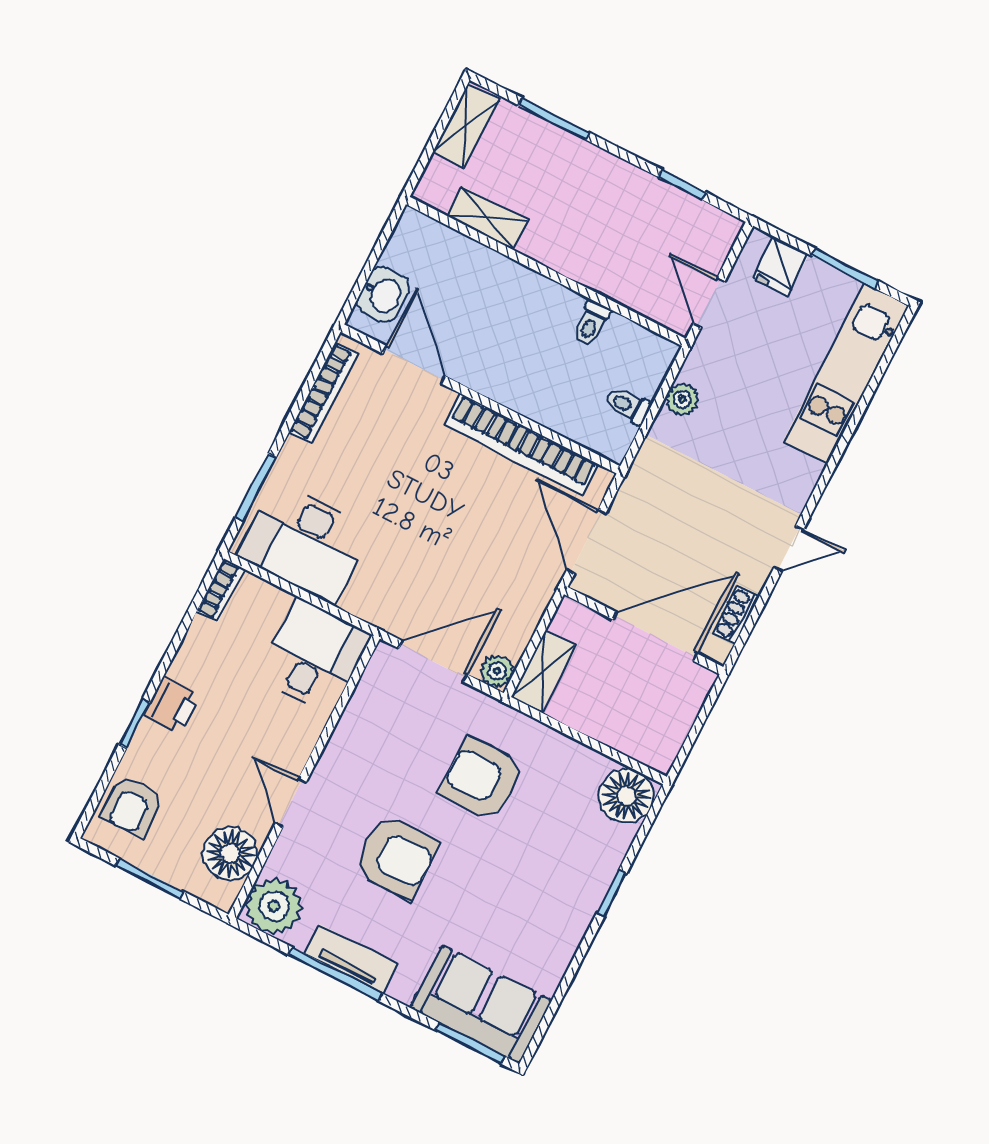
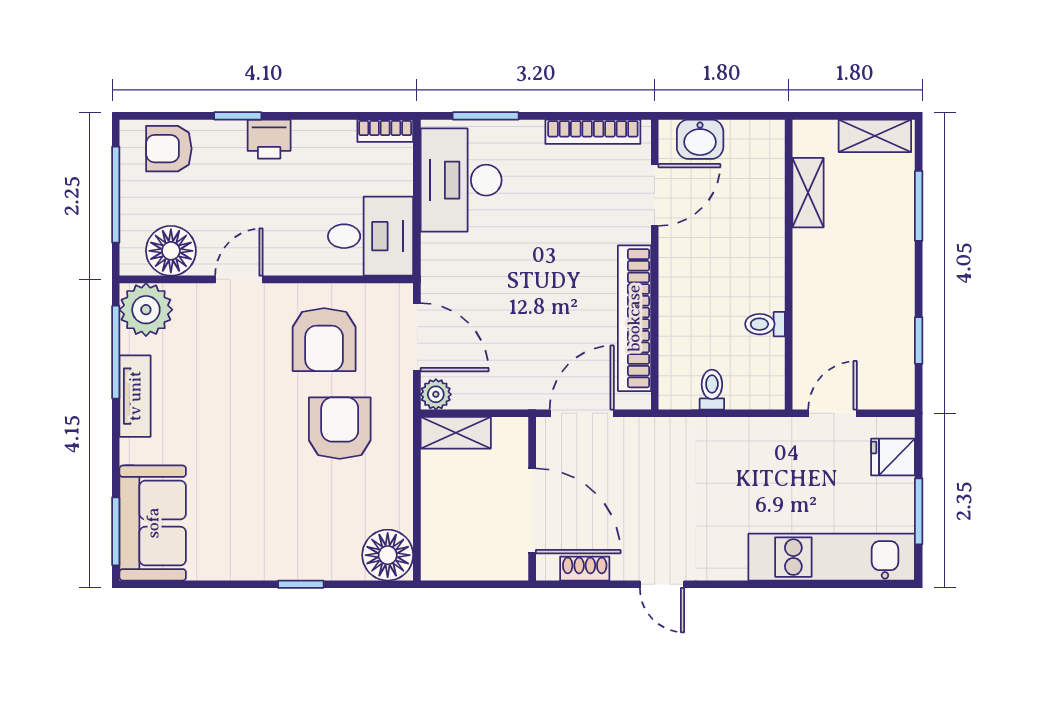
plant: (682, 400) -> (740, 432), removed
armchair: (396, 856) -> (324, 340), moved
window: (150, 879) -> (116, 195), width x1.44
window: (335, 974) -> (116, 352), moved

